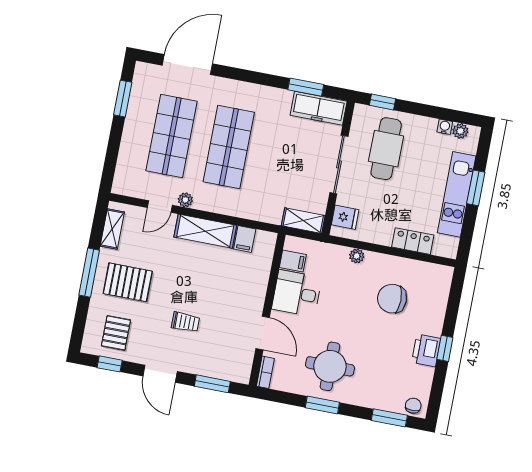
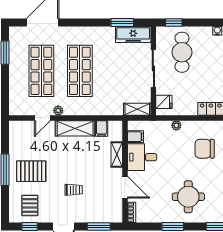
shelving: (112, 229) -> (117, 154), moved
round table: (330, 366) -> (188, 197), moved

